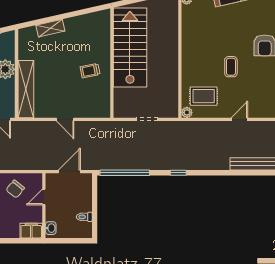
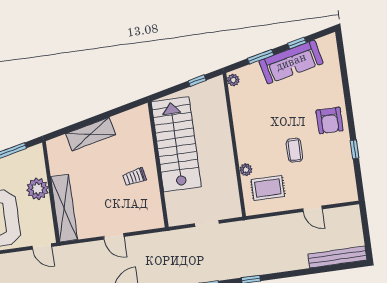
shelving: (50, 28) -> (91, 134), width x1.50, depth x1.33
plant: (187, 112) -> (246, 170), moved
door: (239, 119) -> (312, 209), swing flipped

